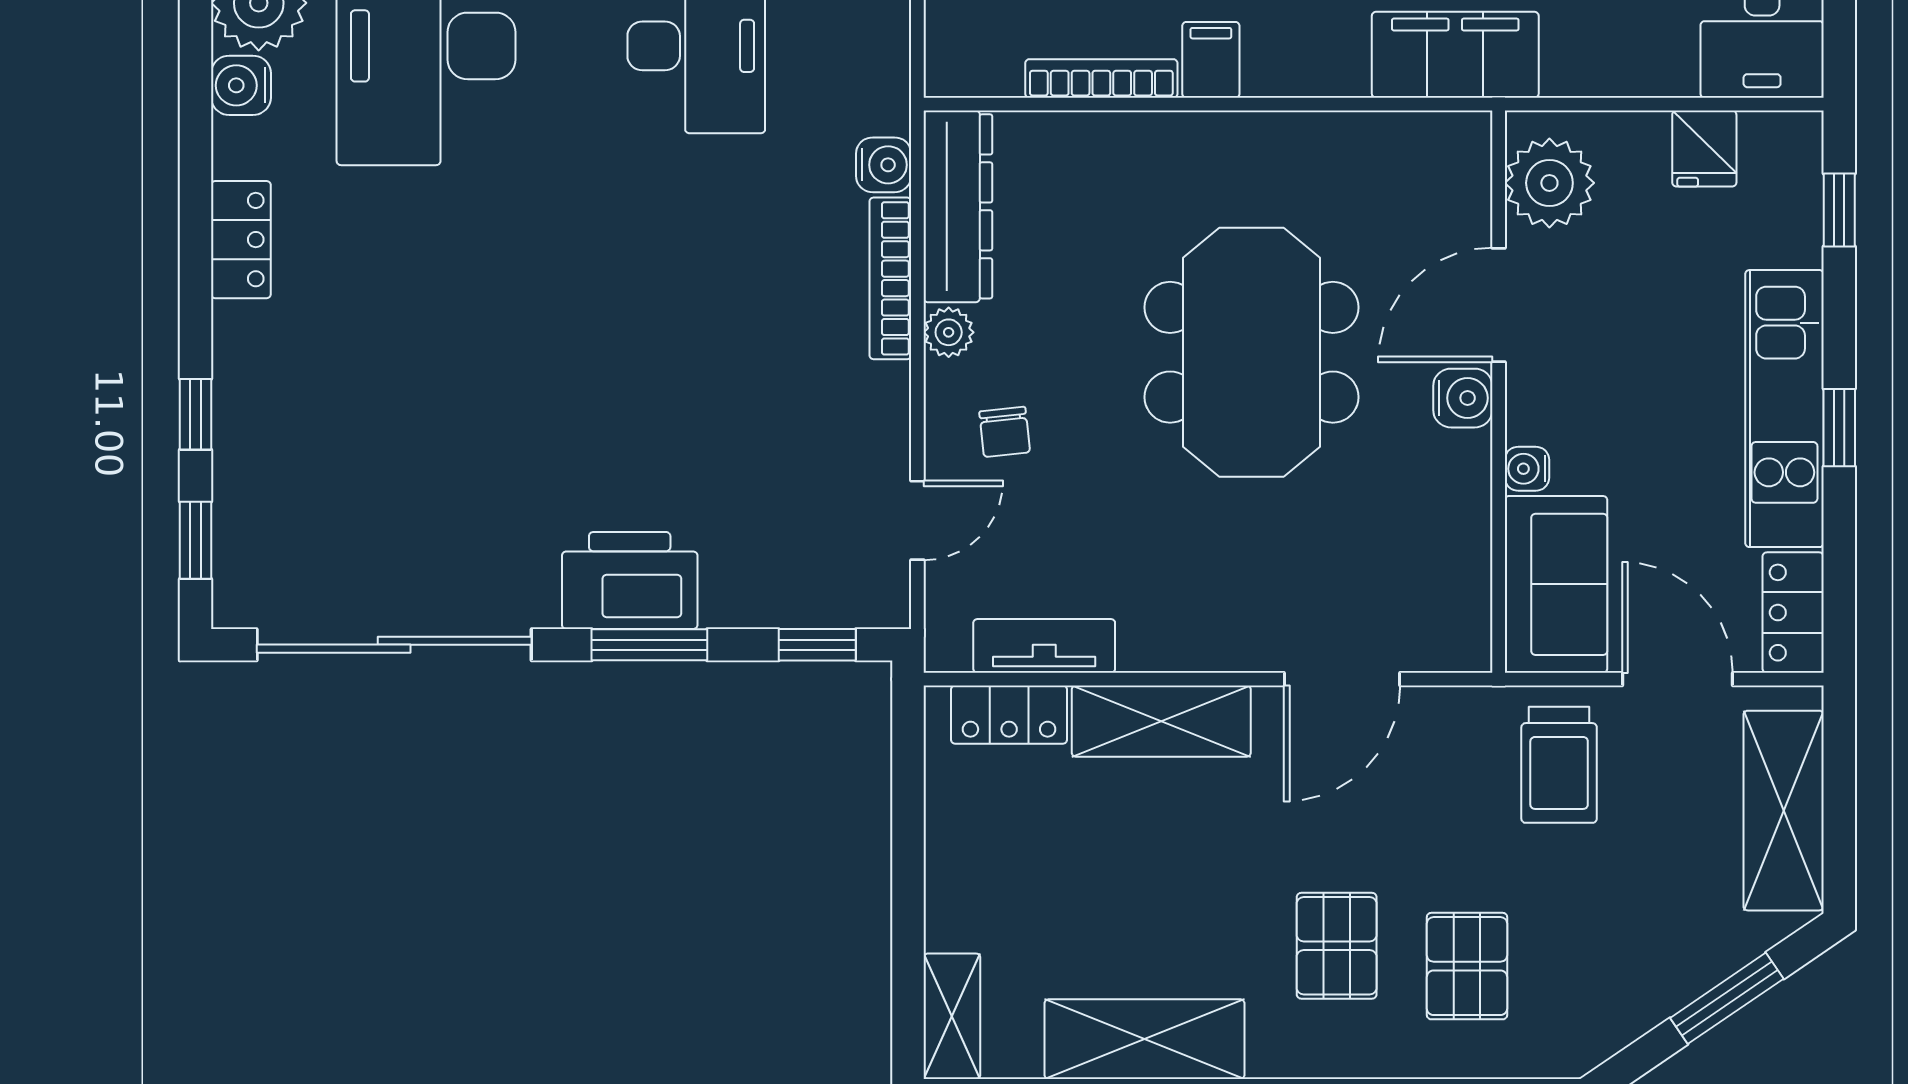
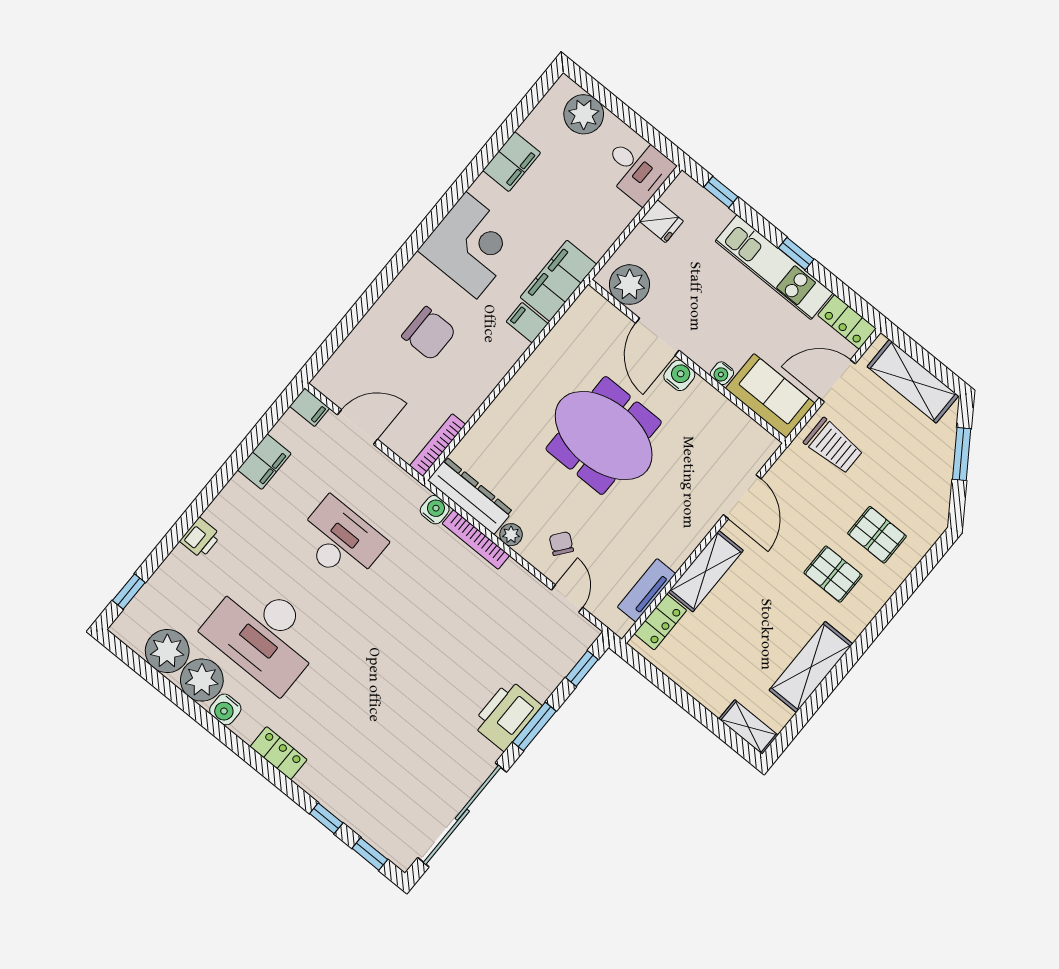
filing cabinet: (1211, 60) -> (527, 323), moved
bookcase: (1101, 78) -> (438, 445), moved
chair: (1005, 432) -> (561, 543), turned -136

